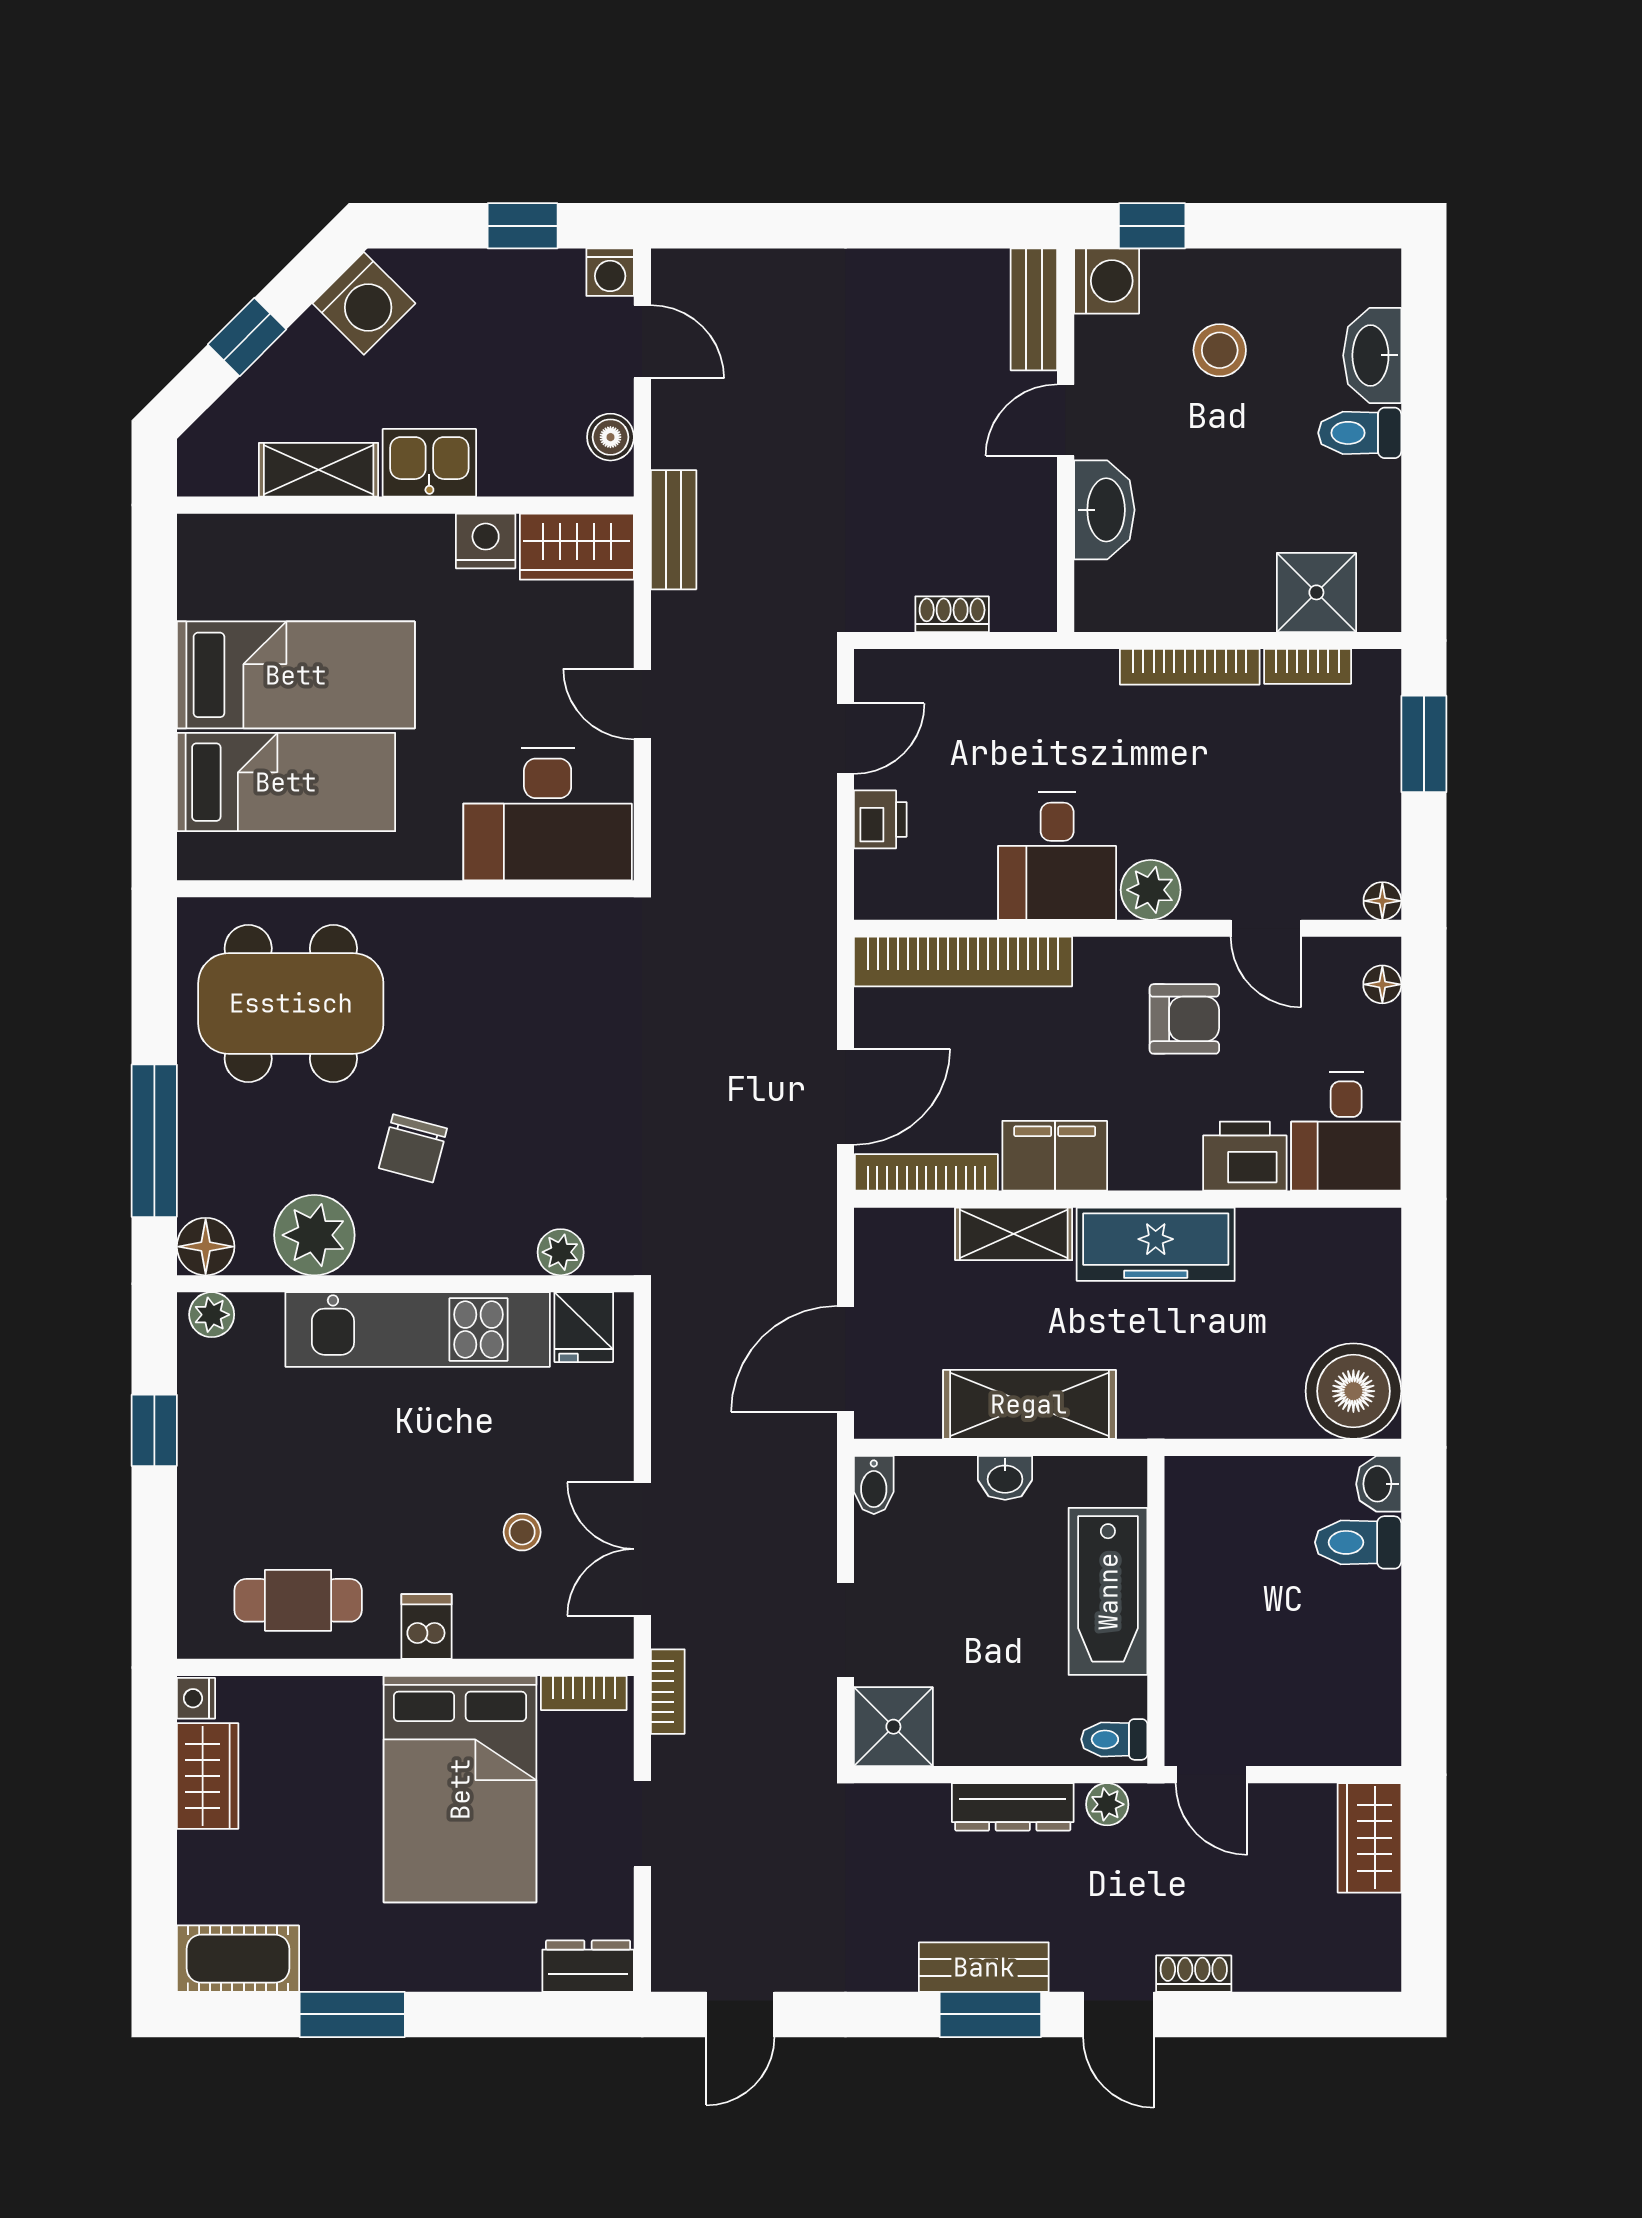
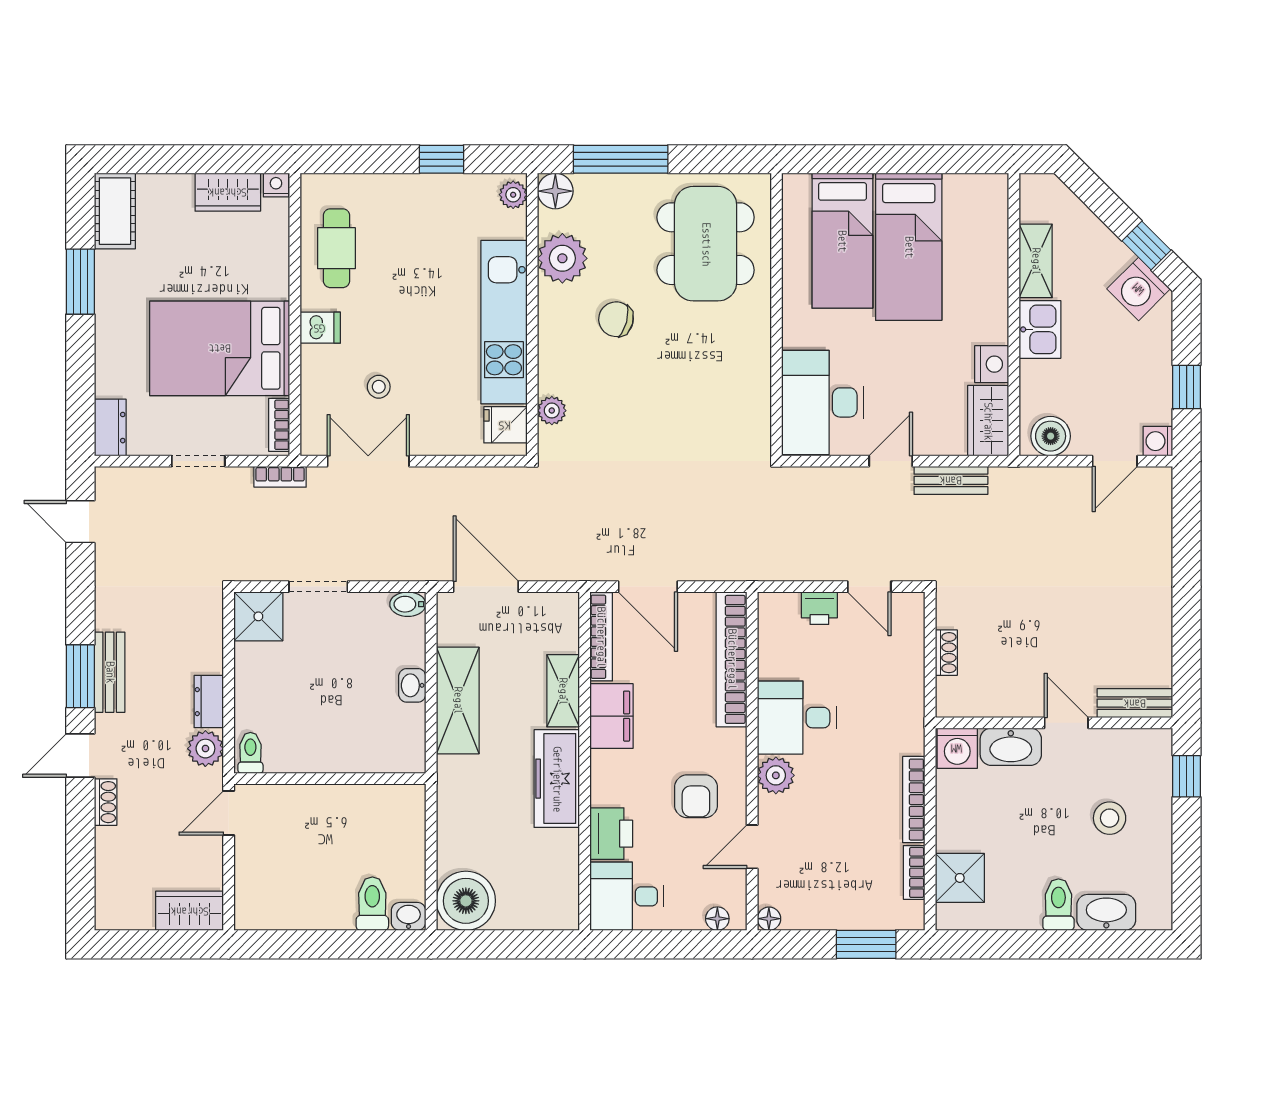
washing machine: (1107, 281) -> (957, 748), moved
window: (247, 337) -> (1147, 245), moved
boiler: (610, 437) -> (1051, 436), width x1.36, depth x1.36
bench: (674, 530) -> (951, 480), moved
bathtub: (1108, 1591) -> (342, 749), removed
plant: (1107, 1804) -> (205, 749), width x1.38, depth x1.38
dresser: (1013, 1807) -> (209, 702), width x0.70

